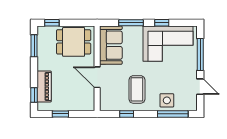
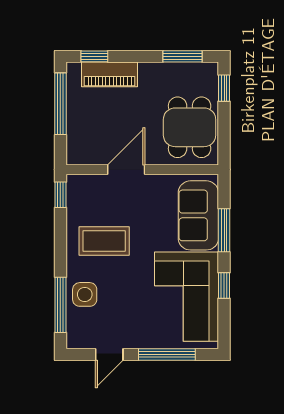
sofa: (111, 45) -> (198, 215), moved, turned 90
window: (60, 114) -> (60, 104), width x2.17
window: (127, 114) -> (60, 195), moved

